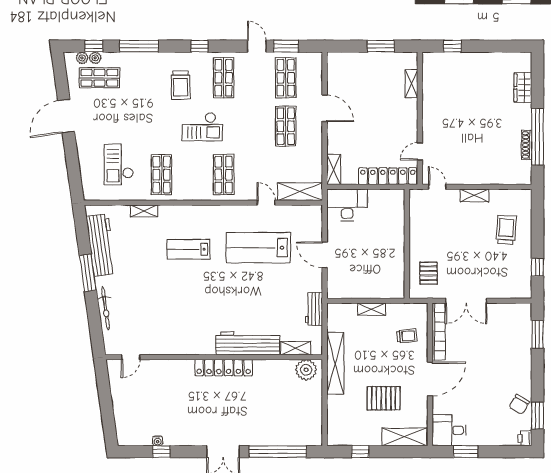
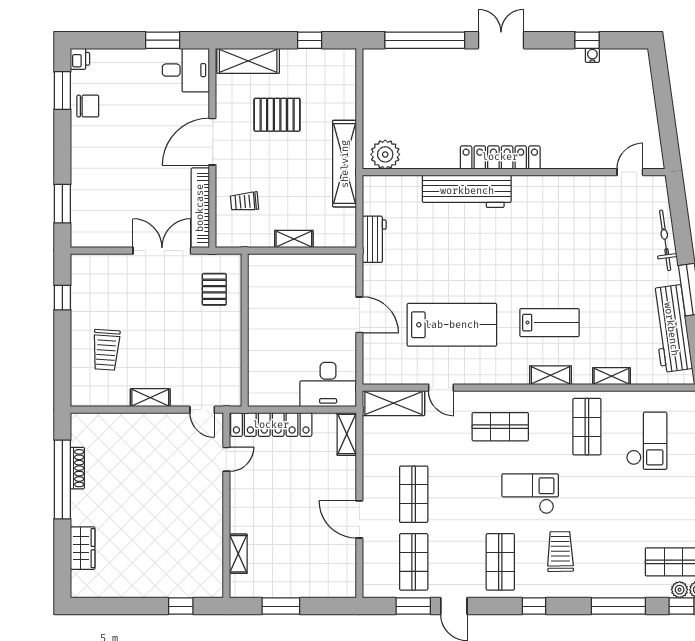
shop shelf: (224, 175) -> (500, 427), turned 90
shelving: (296, 348) -> (551, 375), moved
chair: (519, 404) -> (88, 106), turned 59

